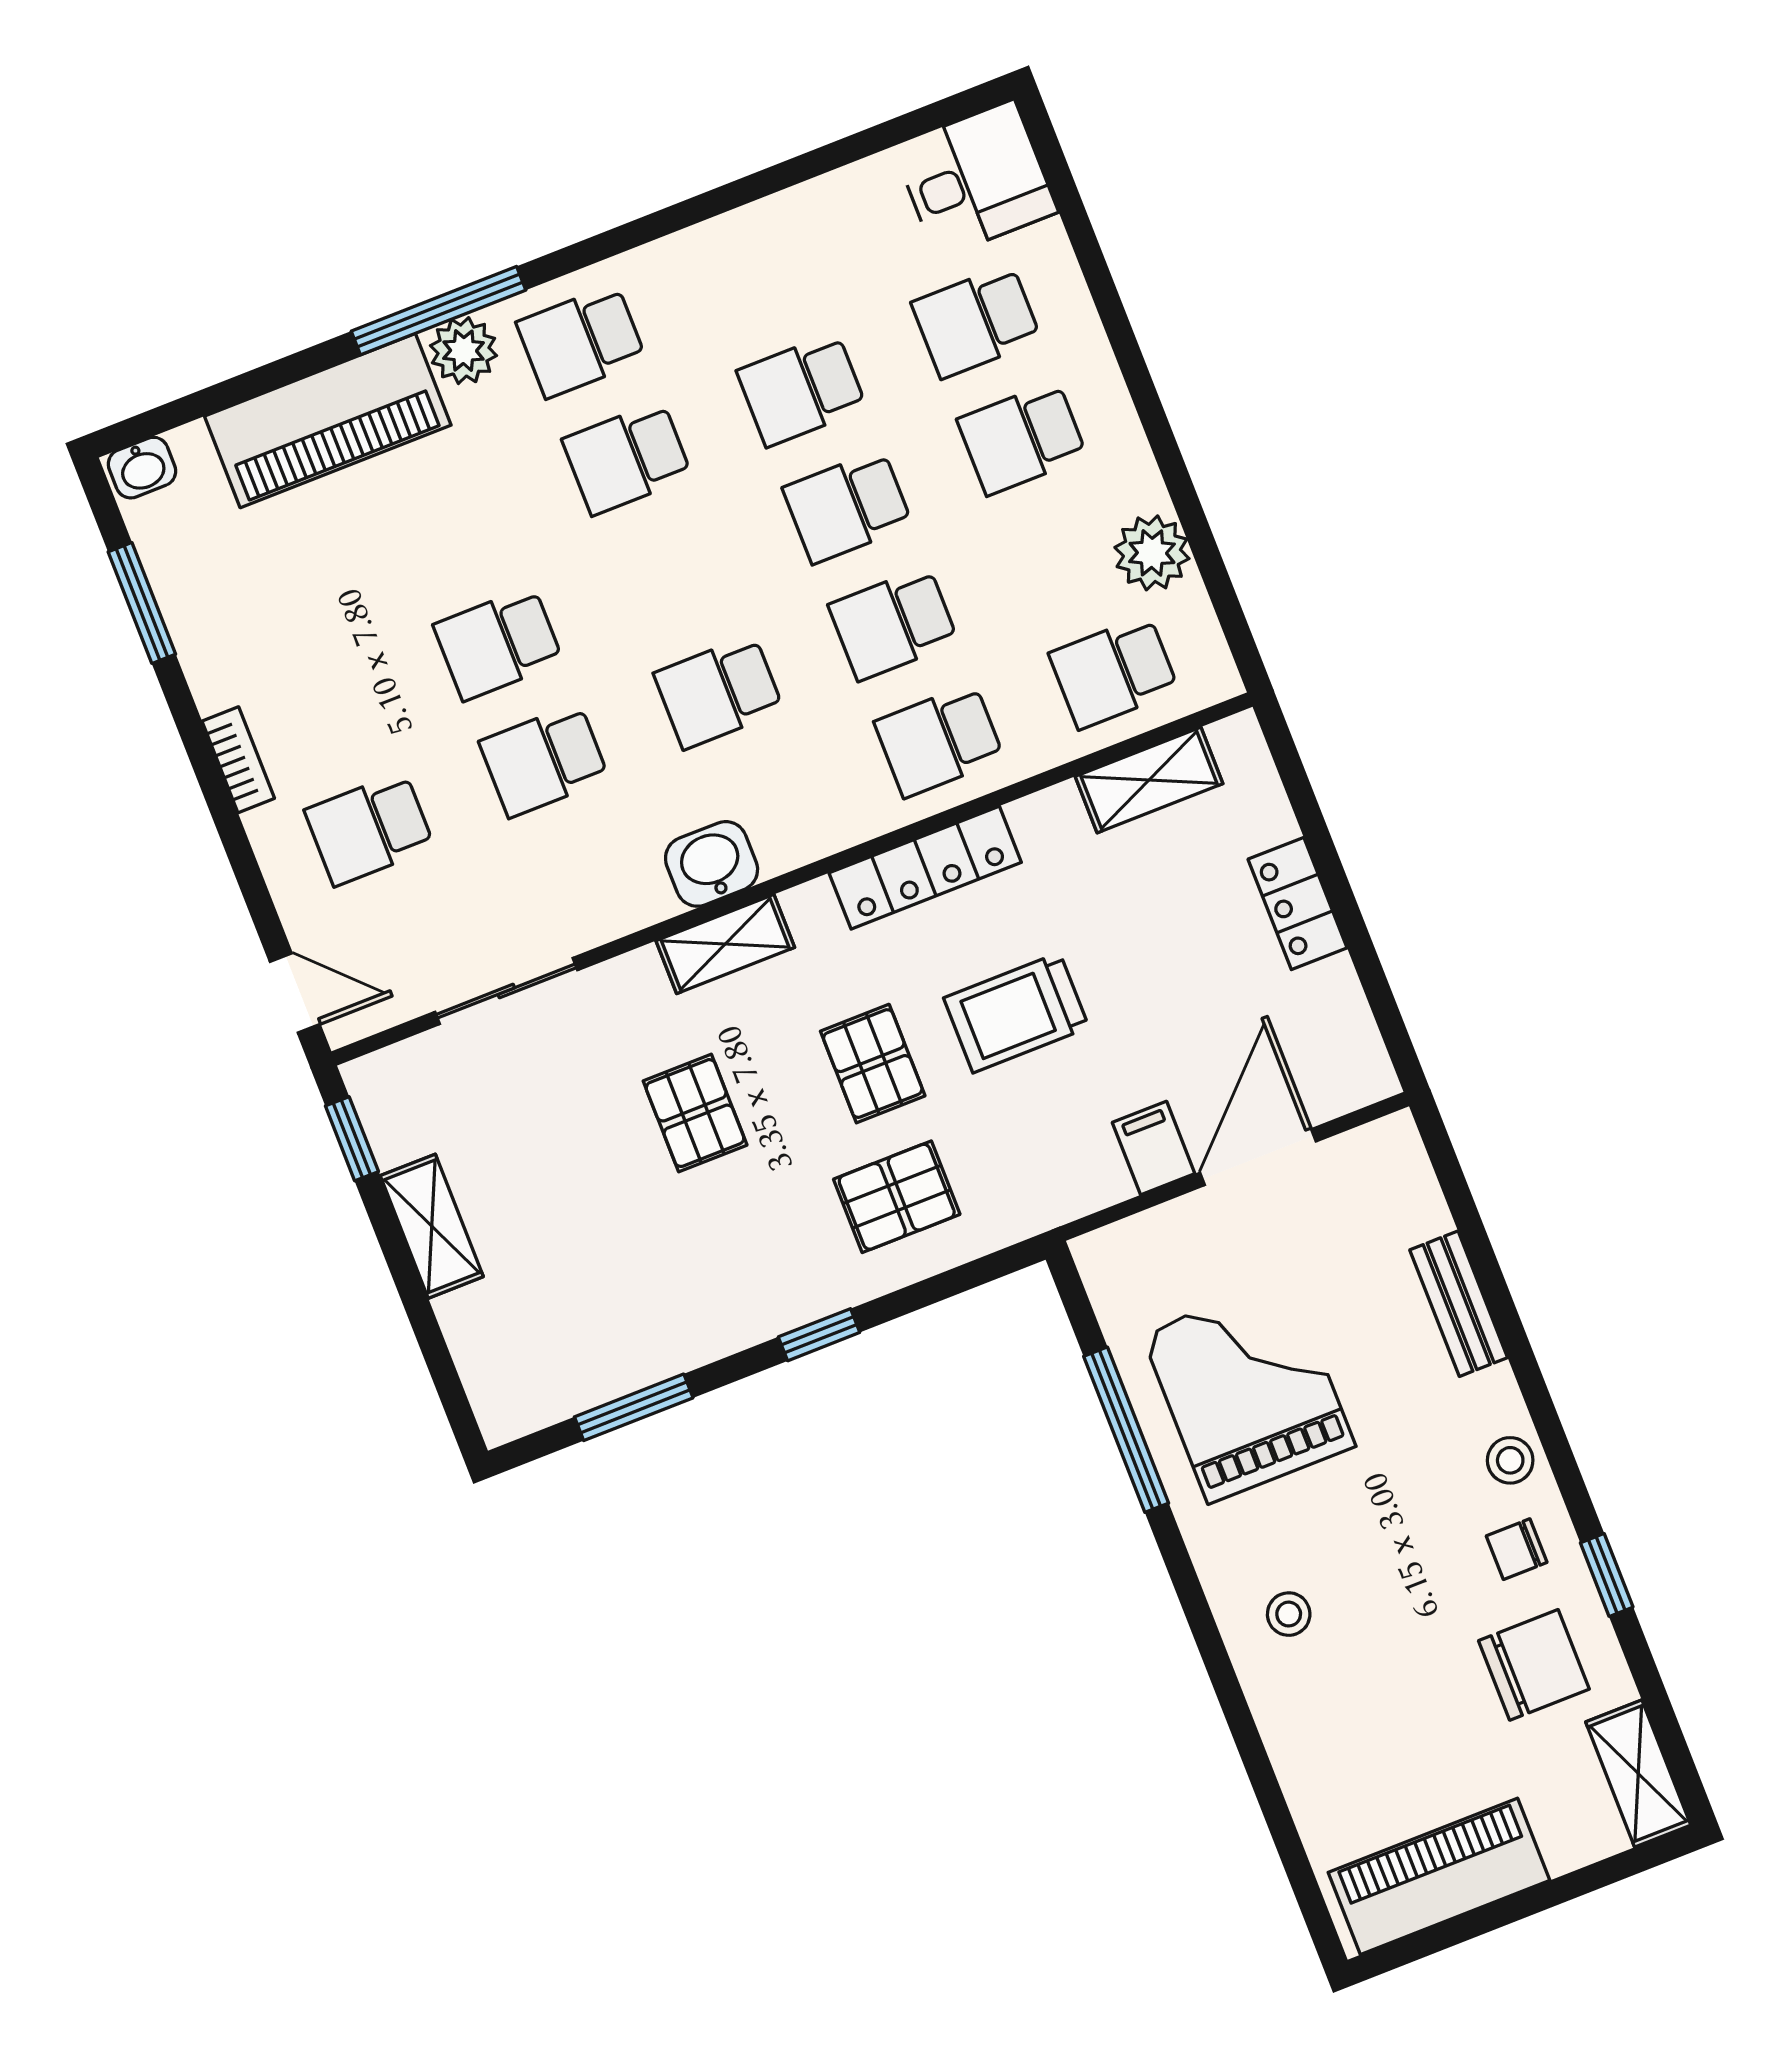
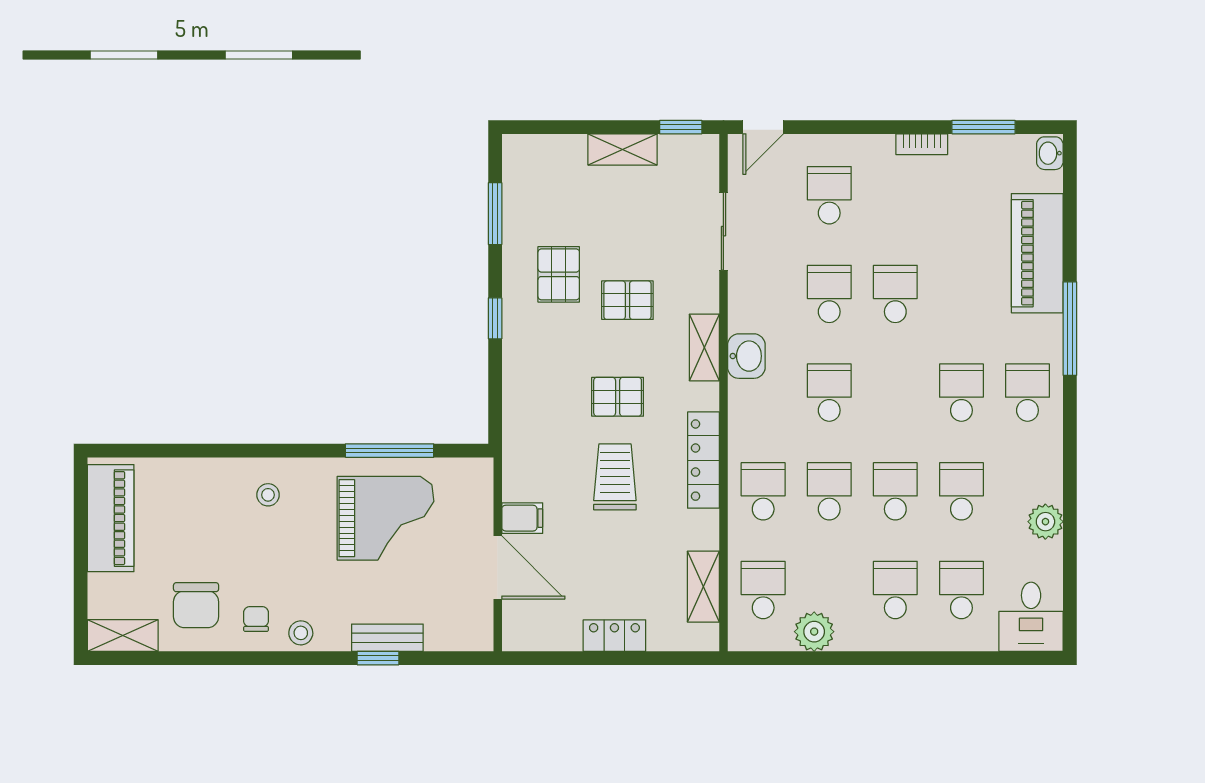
plant: (464, 351) -> (1045, 522), moved
bookcase: (238, 760) -> (922, 144), moved
pallet: (897, 1197) -> (559, 274), moved
window: (1607, 1575) -> (378, 658), moved

